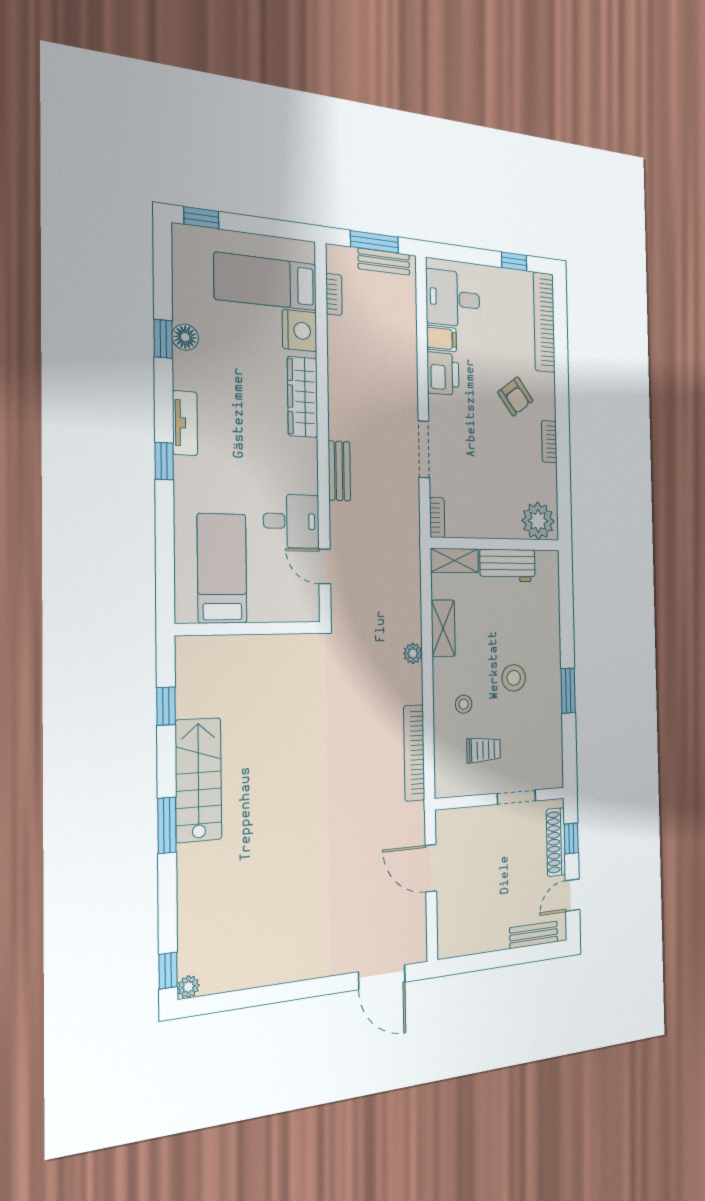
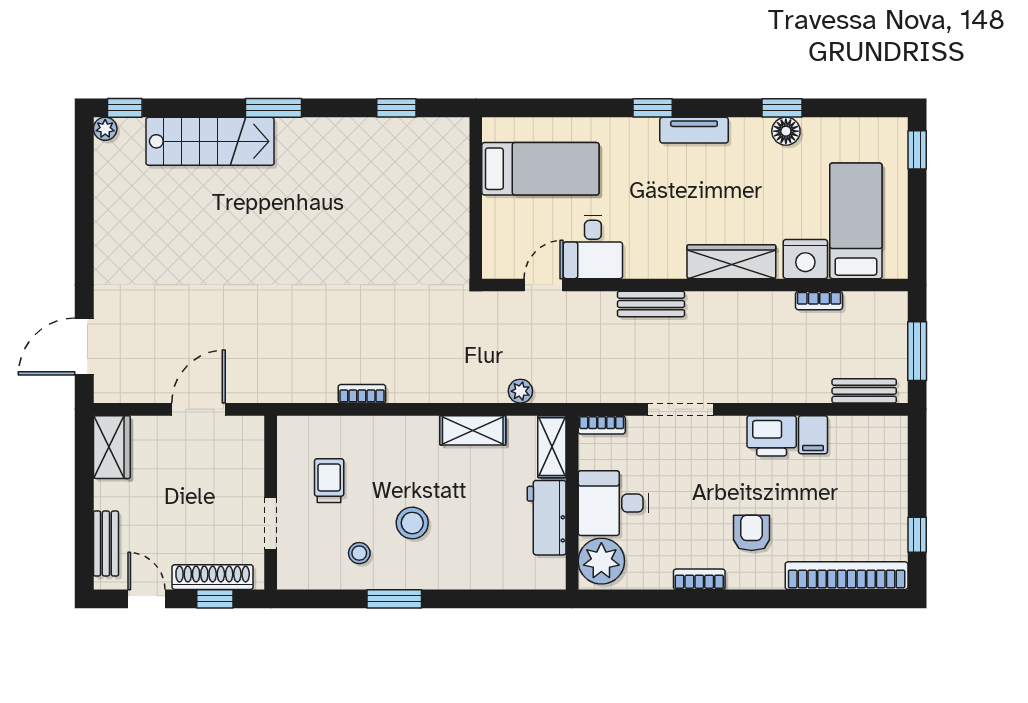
bench: (384, 262) -> (864, 391), moved, turned 90
bookcase: (334, 294) -> (819, 300), moved
desk: (453, 298) -> (613, 503), moved, turned -90
armchair: (515, 397) -> (752, 533), turned 127
plant: (413, 653) -> (520, 391), moved
stool: (464, 704) -> (359, 553), moved
trolley: (484, 750) -> (329, 481), turned 180
bookcase: (414, 753) -> (362, 394), width x0.43, depth x0.76
stairs: (198, 780) -> (210, 141), moved
wardrobe: (461, 940) -> (112, 447), added

